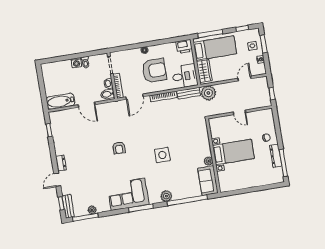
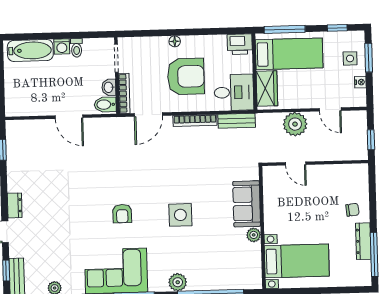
door: (245, 78) -> (330, 109), swing flipped
plant: (208, 93) -> (295, 124), moved
bathtub: (60, 101) -> (30, 51), moved, turned 180
door: (239, 112) -> (296, 163), moved
armchair: (119, 148) -> (122, 214), moved
bed with nightstands: (233, 152) -> (297, 261), moved
sofa: (208, 181) -> (247, 204), moved

